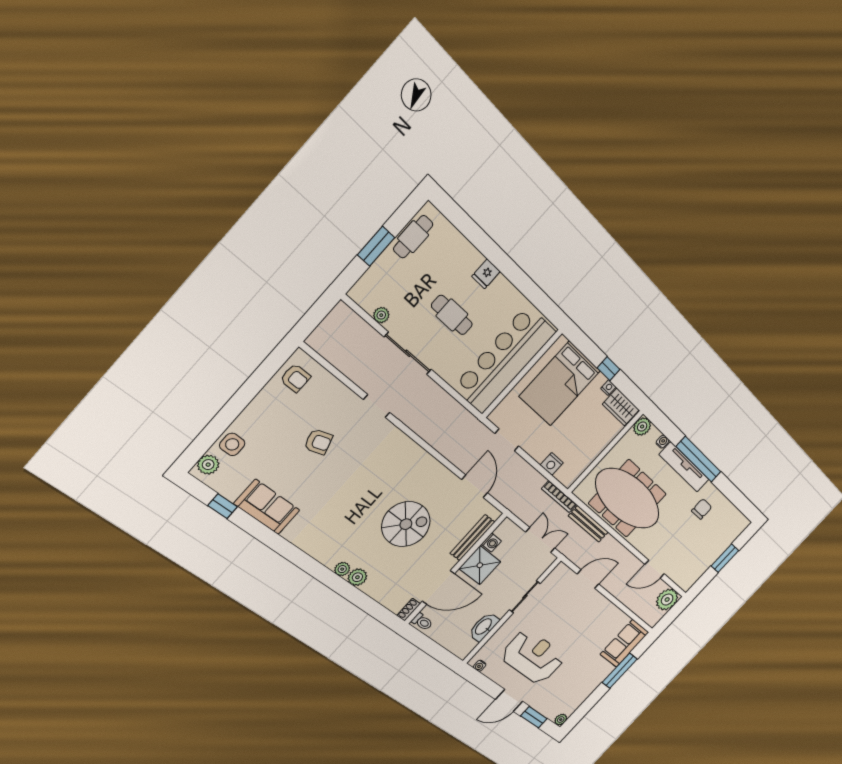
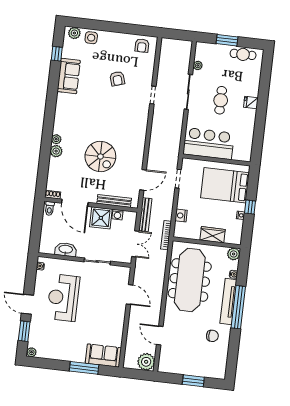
bar counter: (505, 360) -> (209, 144), width x0.73
wardrobe: (621, 407) -> (213, 235), moved, turned 90
bench: (588, 524) -> (145, 215), moved
reception desk: (533, 657) -> (63, 298), turned 180

